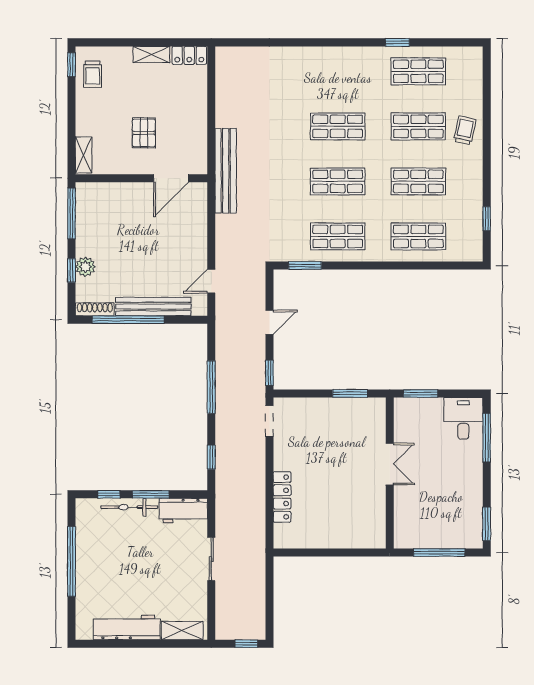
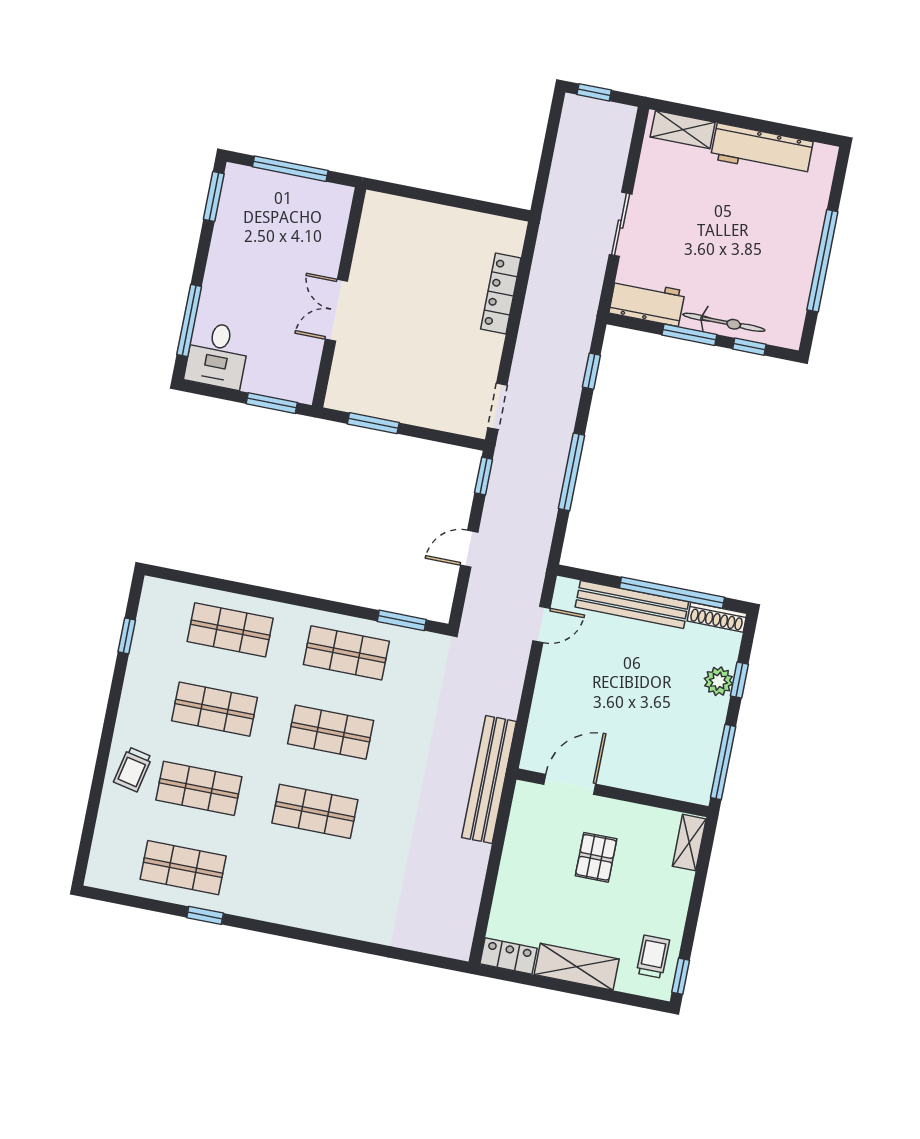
shelving: (151, 54) -> (577, 967), width x1.50, depth x1.33

